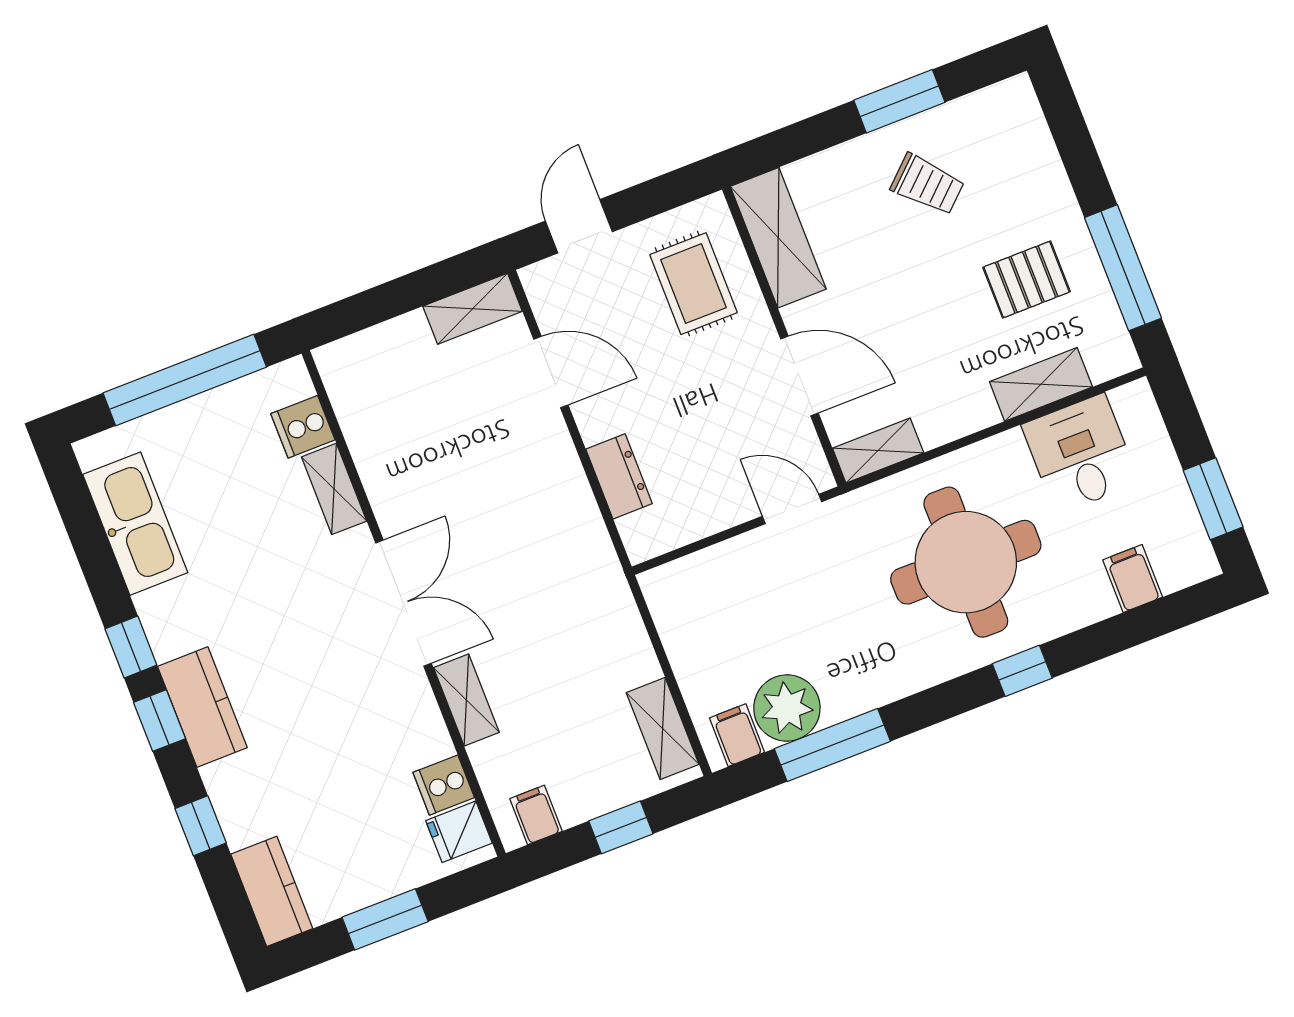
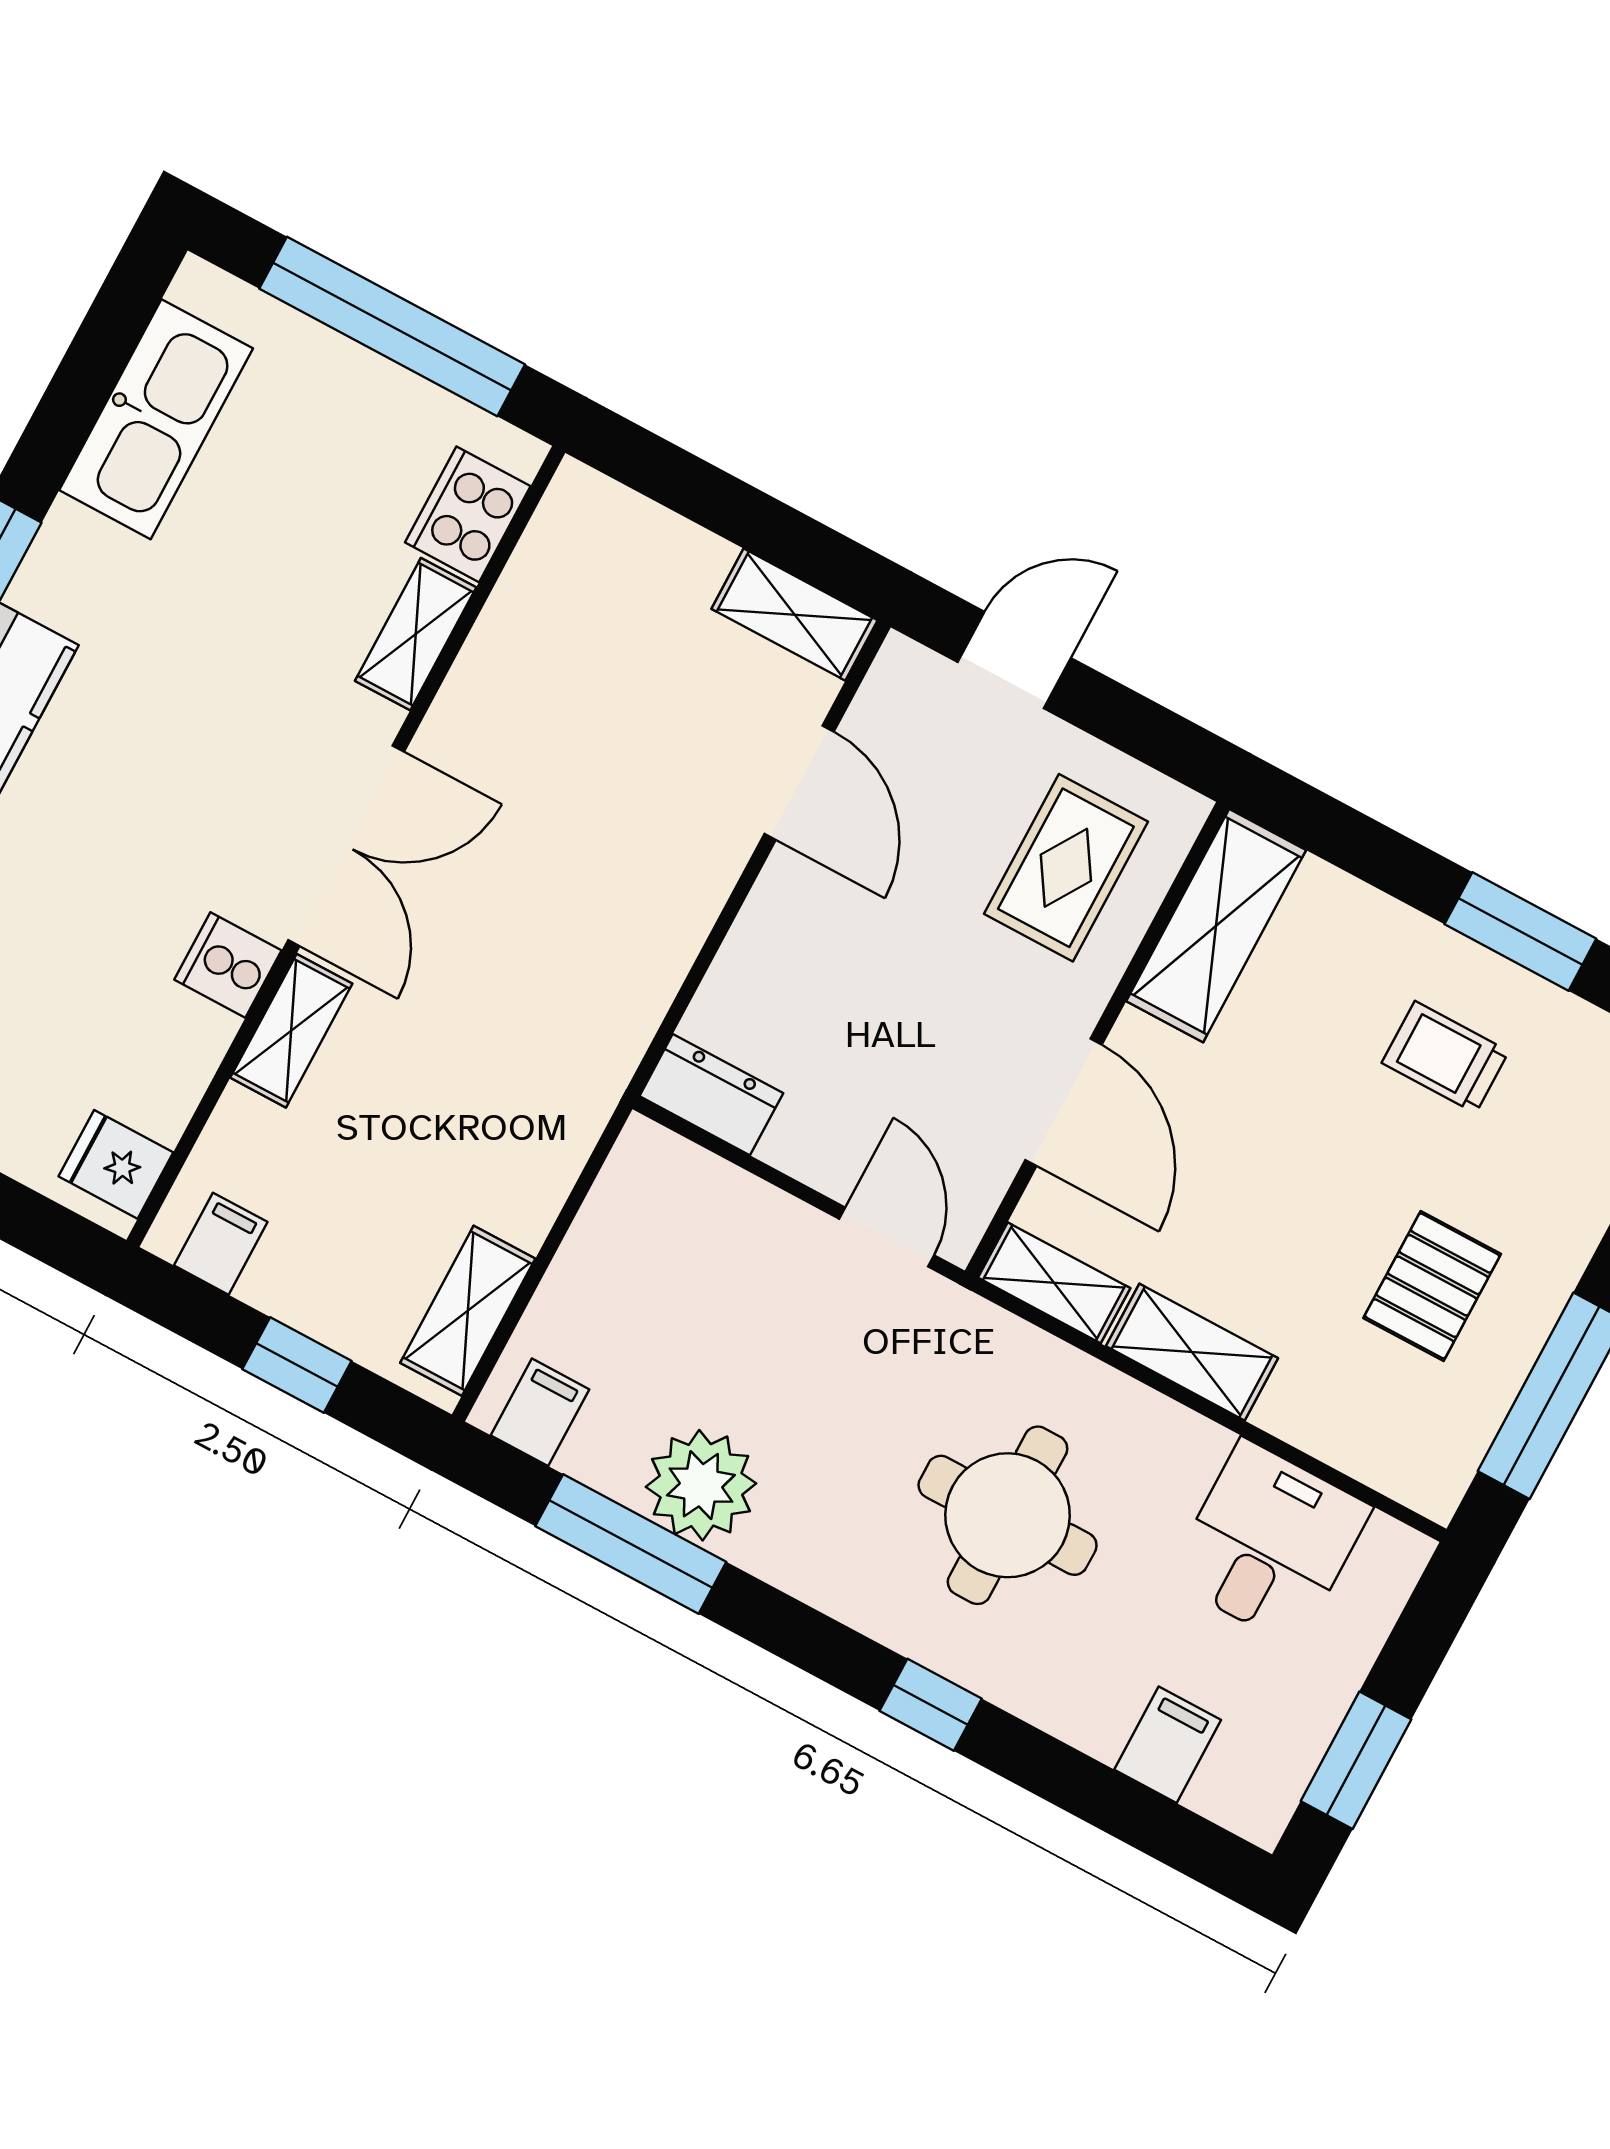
trolley: (927, 184) -> (1445, 1057), turned 133
pallet: (1027, 279) -> (1432, 1286), turned 90
shelving: (1041, 384) -> (1192, 1352), moved
cooker: (303, 427) -> (468, 514), width x1.36
dresser: (619, 476) -> (711, 1095), moved, turned -90
round table: (966, 562) -> (1008, 1515), width x0.73, depth x0.73
plant: (787, 708) -> (701, 1485), moved
cooker: (444, 785) -> (228, 965), moved

